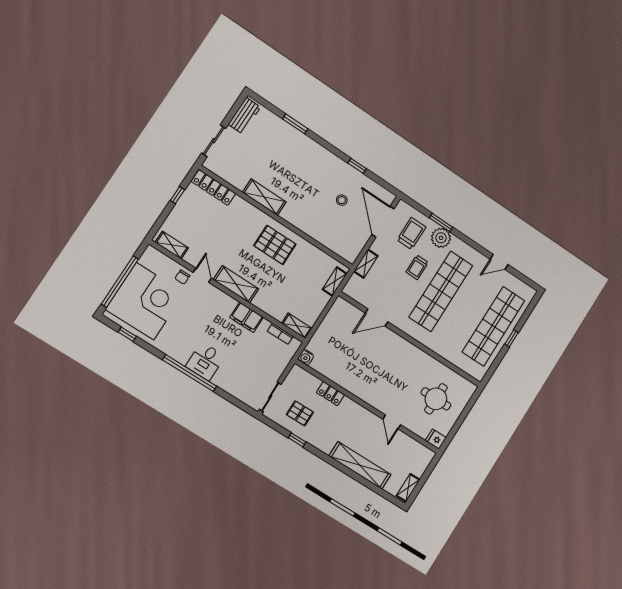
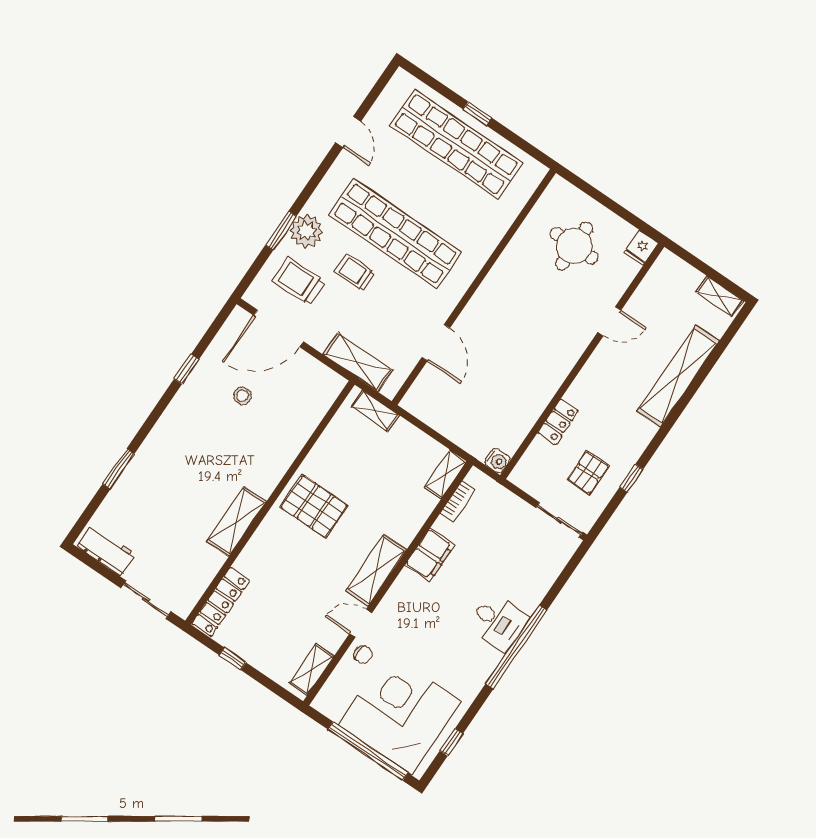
pallet: (275, 245) -> (314, 506), turned 90
shelving: (366, 264) -> (358, 362), width x1.50, depth x1.33
trolley: (417, 267) -> (355, 273), turned 180

